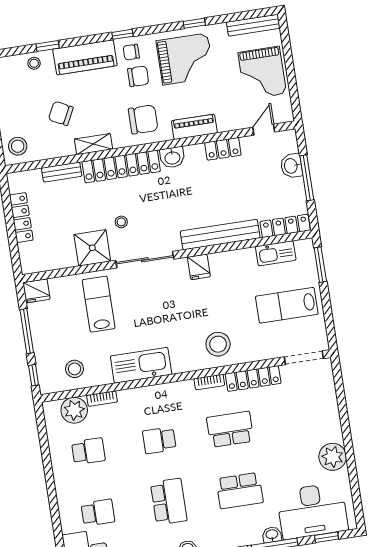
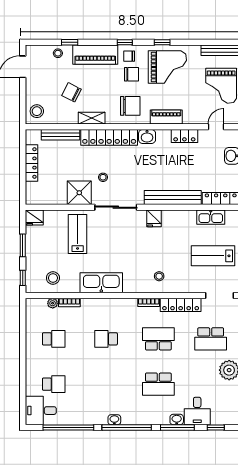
window: (194, 23) -> (162, 42), moved
bench: (62, 172) -> (61, 135), width x1.36
window: (27, 331) -> (23, 245), width x0.69
stool: (218, 344) -> (159, 276), width x0.53, depth x0.53
plant: (74, 410) -> (53, 303), width x0.53, depth x0.53
school desk: (169, 502) -> (211, 339), moved, turned 90
desk: (312, 511) -> (197, 411), width x0.53, depth x0.77

